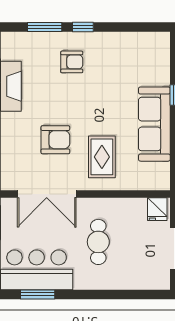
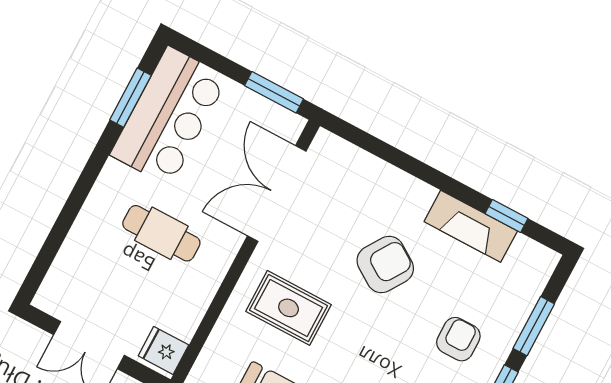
armchair: (72, 62) -> (458, 339), turned 180
armchair: (55, 140) -> (385, 264), moved, turned -147

